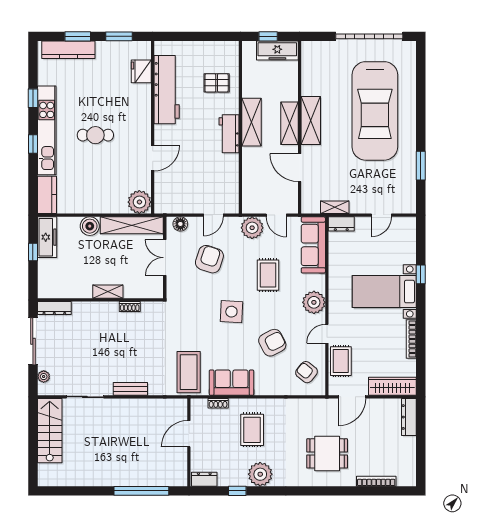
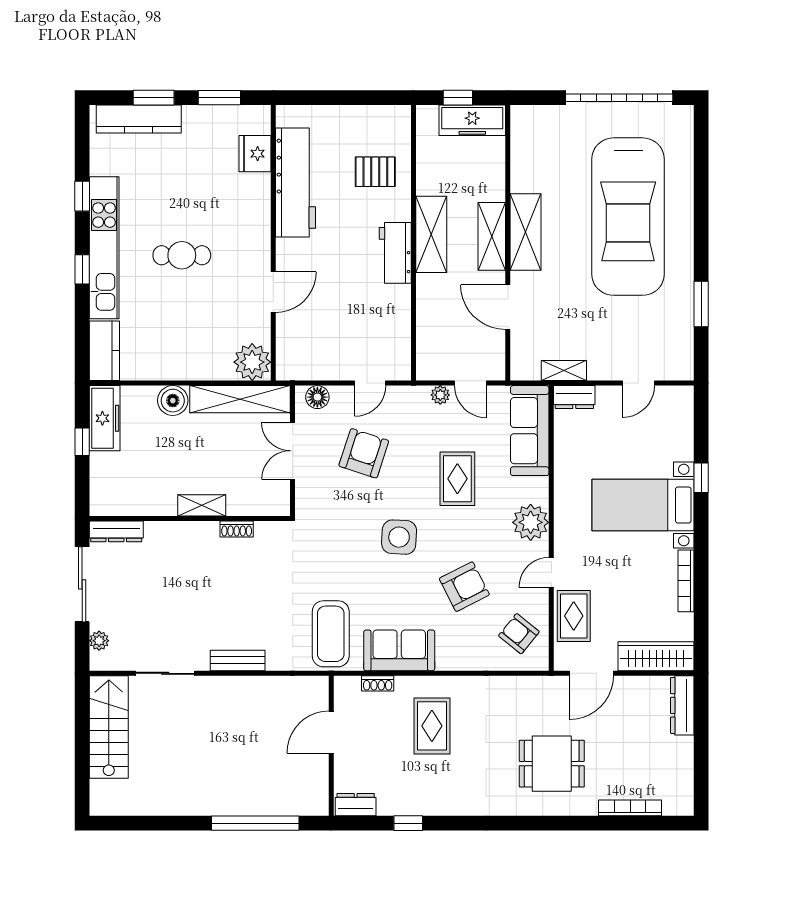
plant: (252, 228) -> (440, 395), width x0.53, depth x0.53
plant: (260, 474) -> (445, 797), removed

